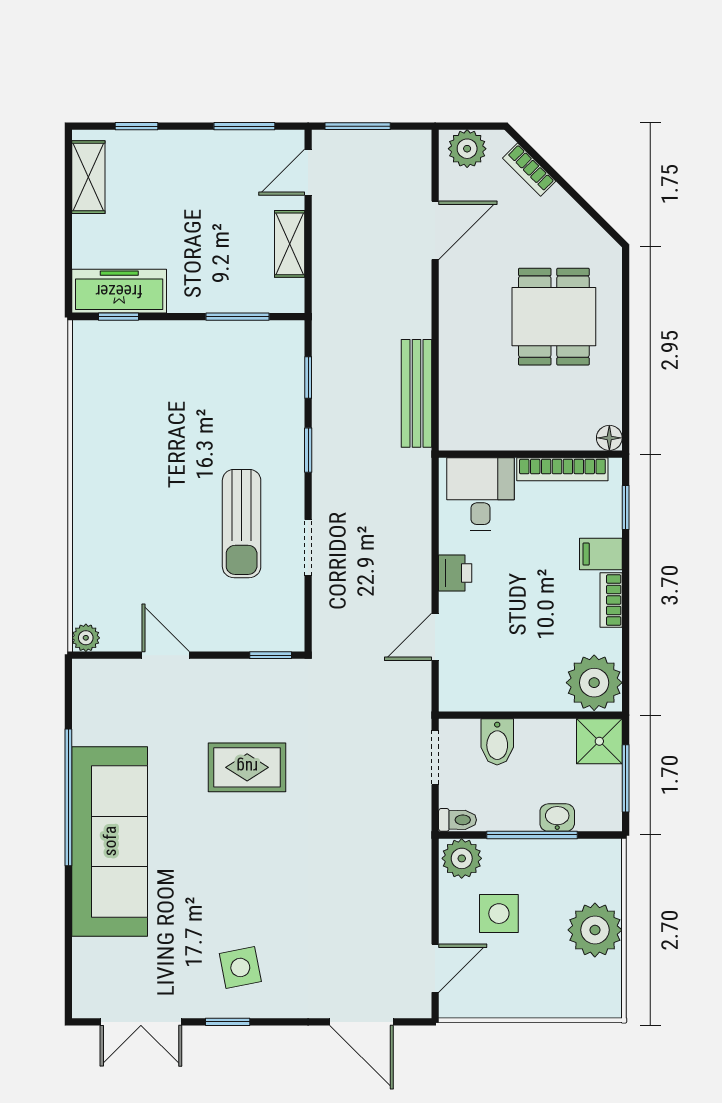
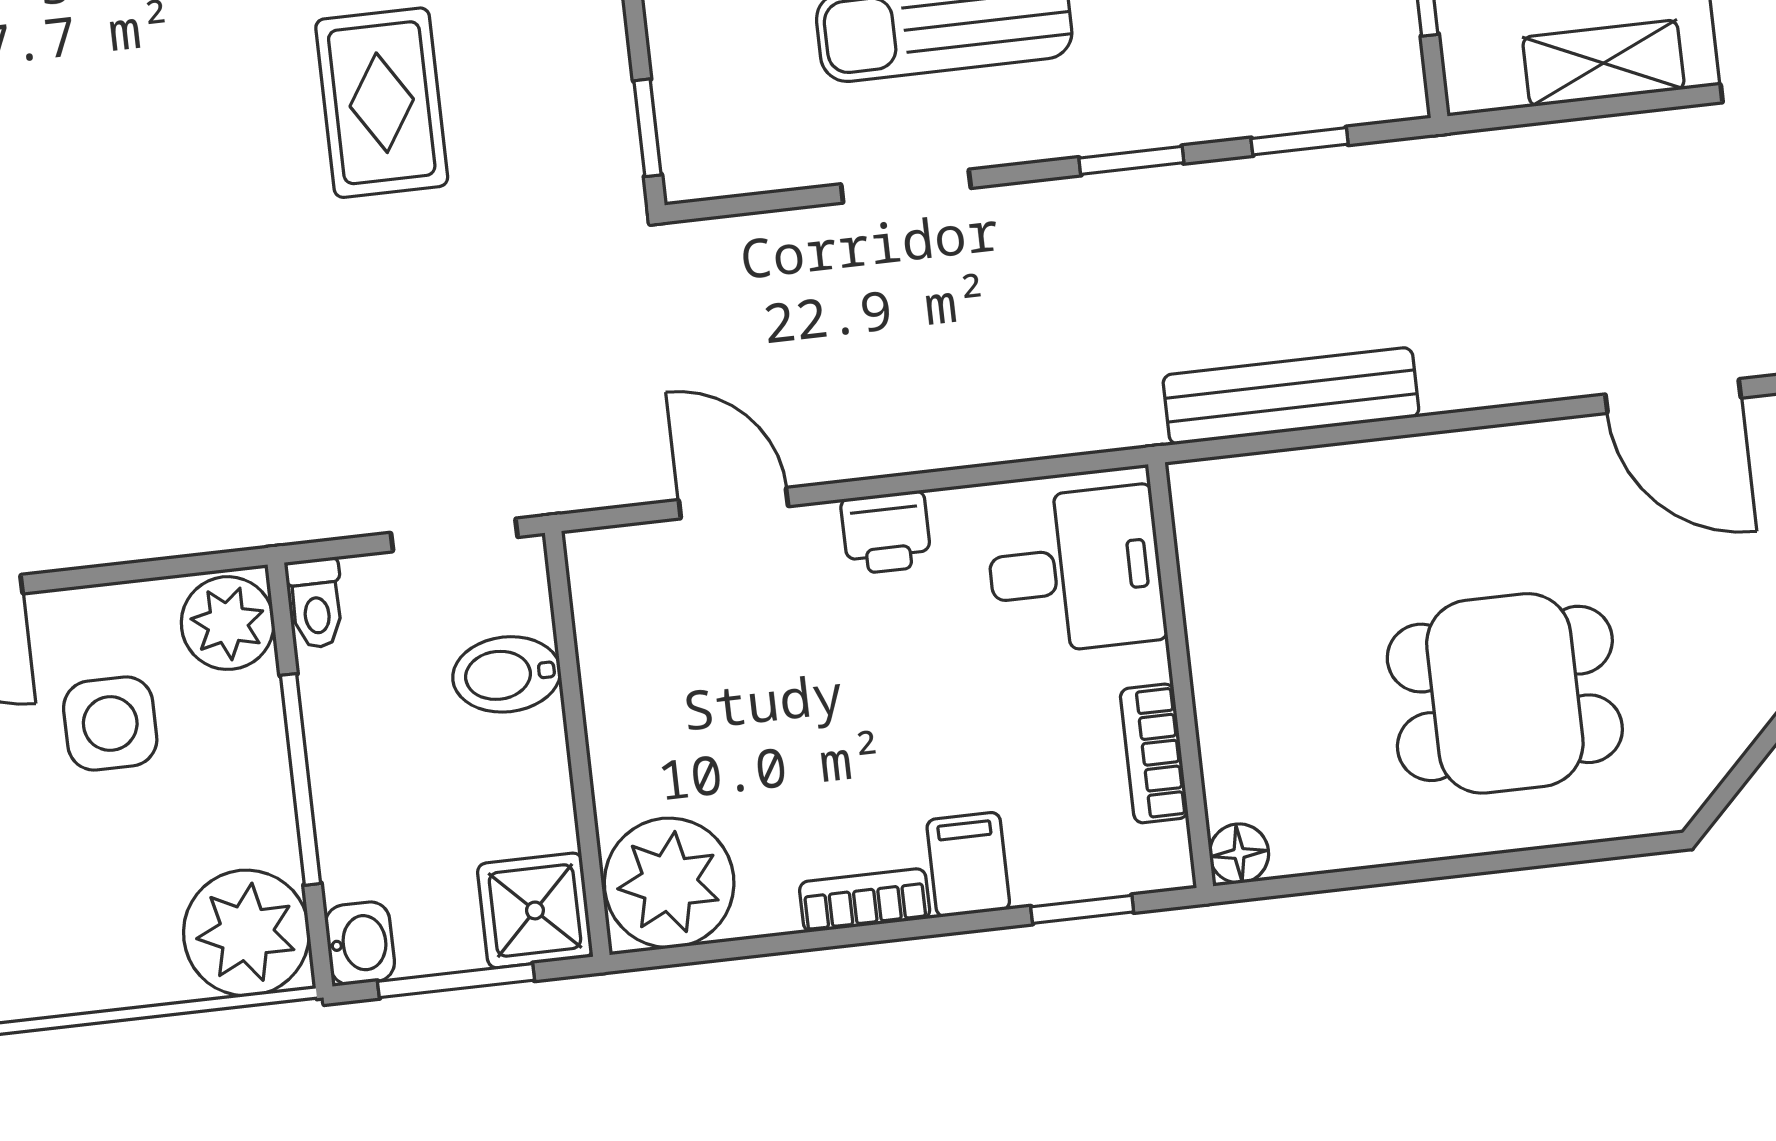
bookcase: (562, 469) -> (1154, 753), width x0.64
washbasin: (557, 818) -> (360, 943), moved
plant: (595, 930) -> (246, 933), moved

